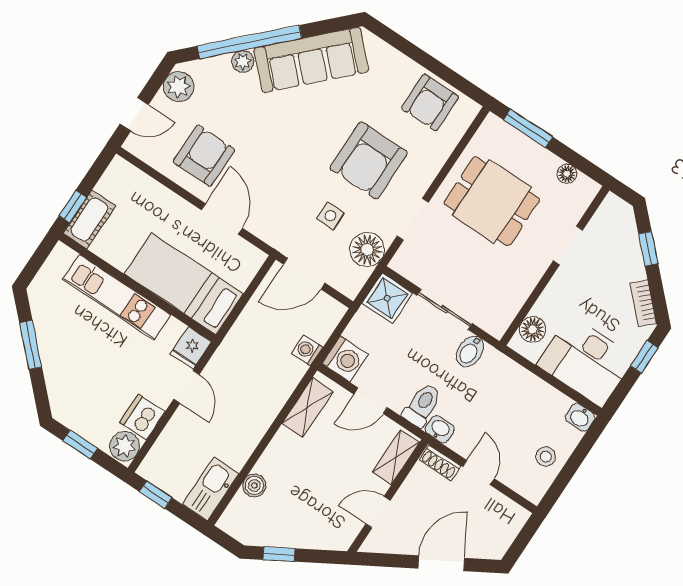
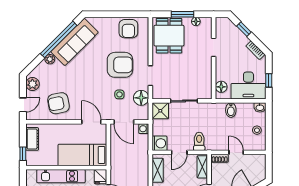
window: (249, 42) -> (59, 39), moved
window: (528, 128) -> (182, 14), moved
armchair: (204, 156) -> (59, 103), turned -101
armchair: (369, 160) -> (120, 65), turned -90
dining table: (492, 201) -> (169, 36), moved, turned 90
cot: (89, 219) -> (32, 139), moved
door: (222, 219) -> (91, 122), moved
door: (304, 274) -> (124, 122), hinge flipped
washing machine: (307, 350) -> (144, 129), moved
bidet: (470, 351) -> (231, 110), moved
window: (644, 357) -> (269, 80), moved
washbasin: (440, 429) -> (211, 146), removed

